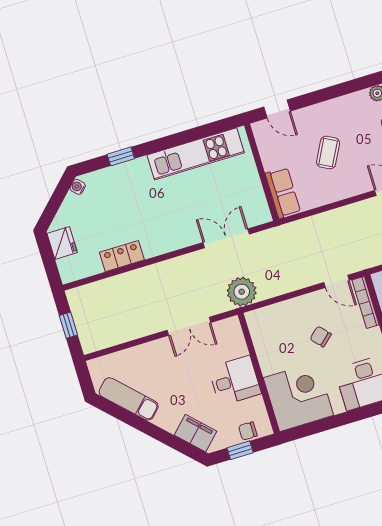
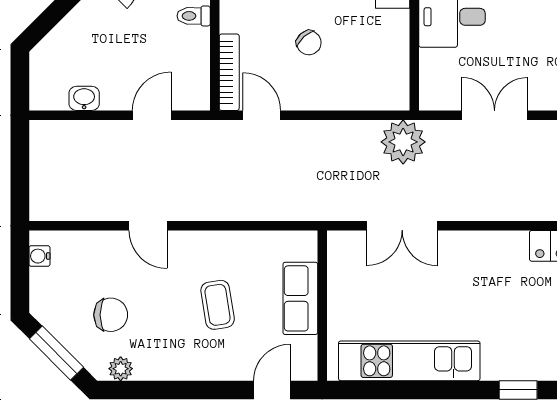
door: (277, 109) -> (272, 390), hinge flipped
coffee table: (328, 153) -> (218, 305), turned -37
row of seats: (283, 193) -> (300, 298), moved

